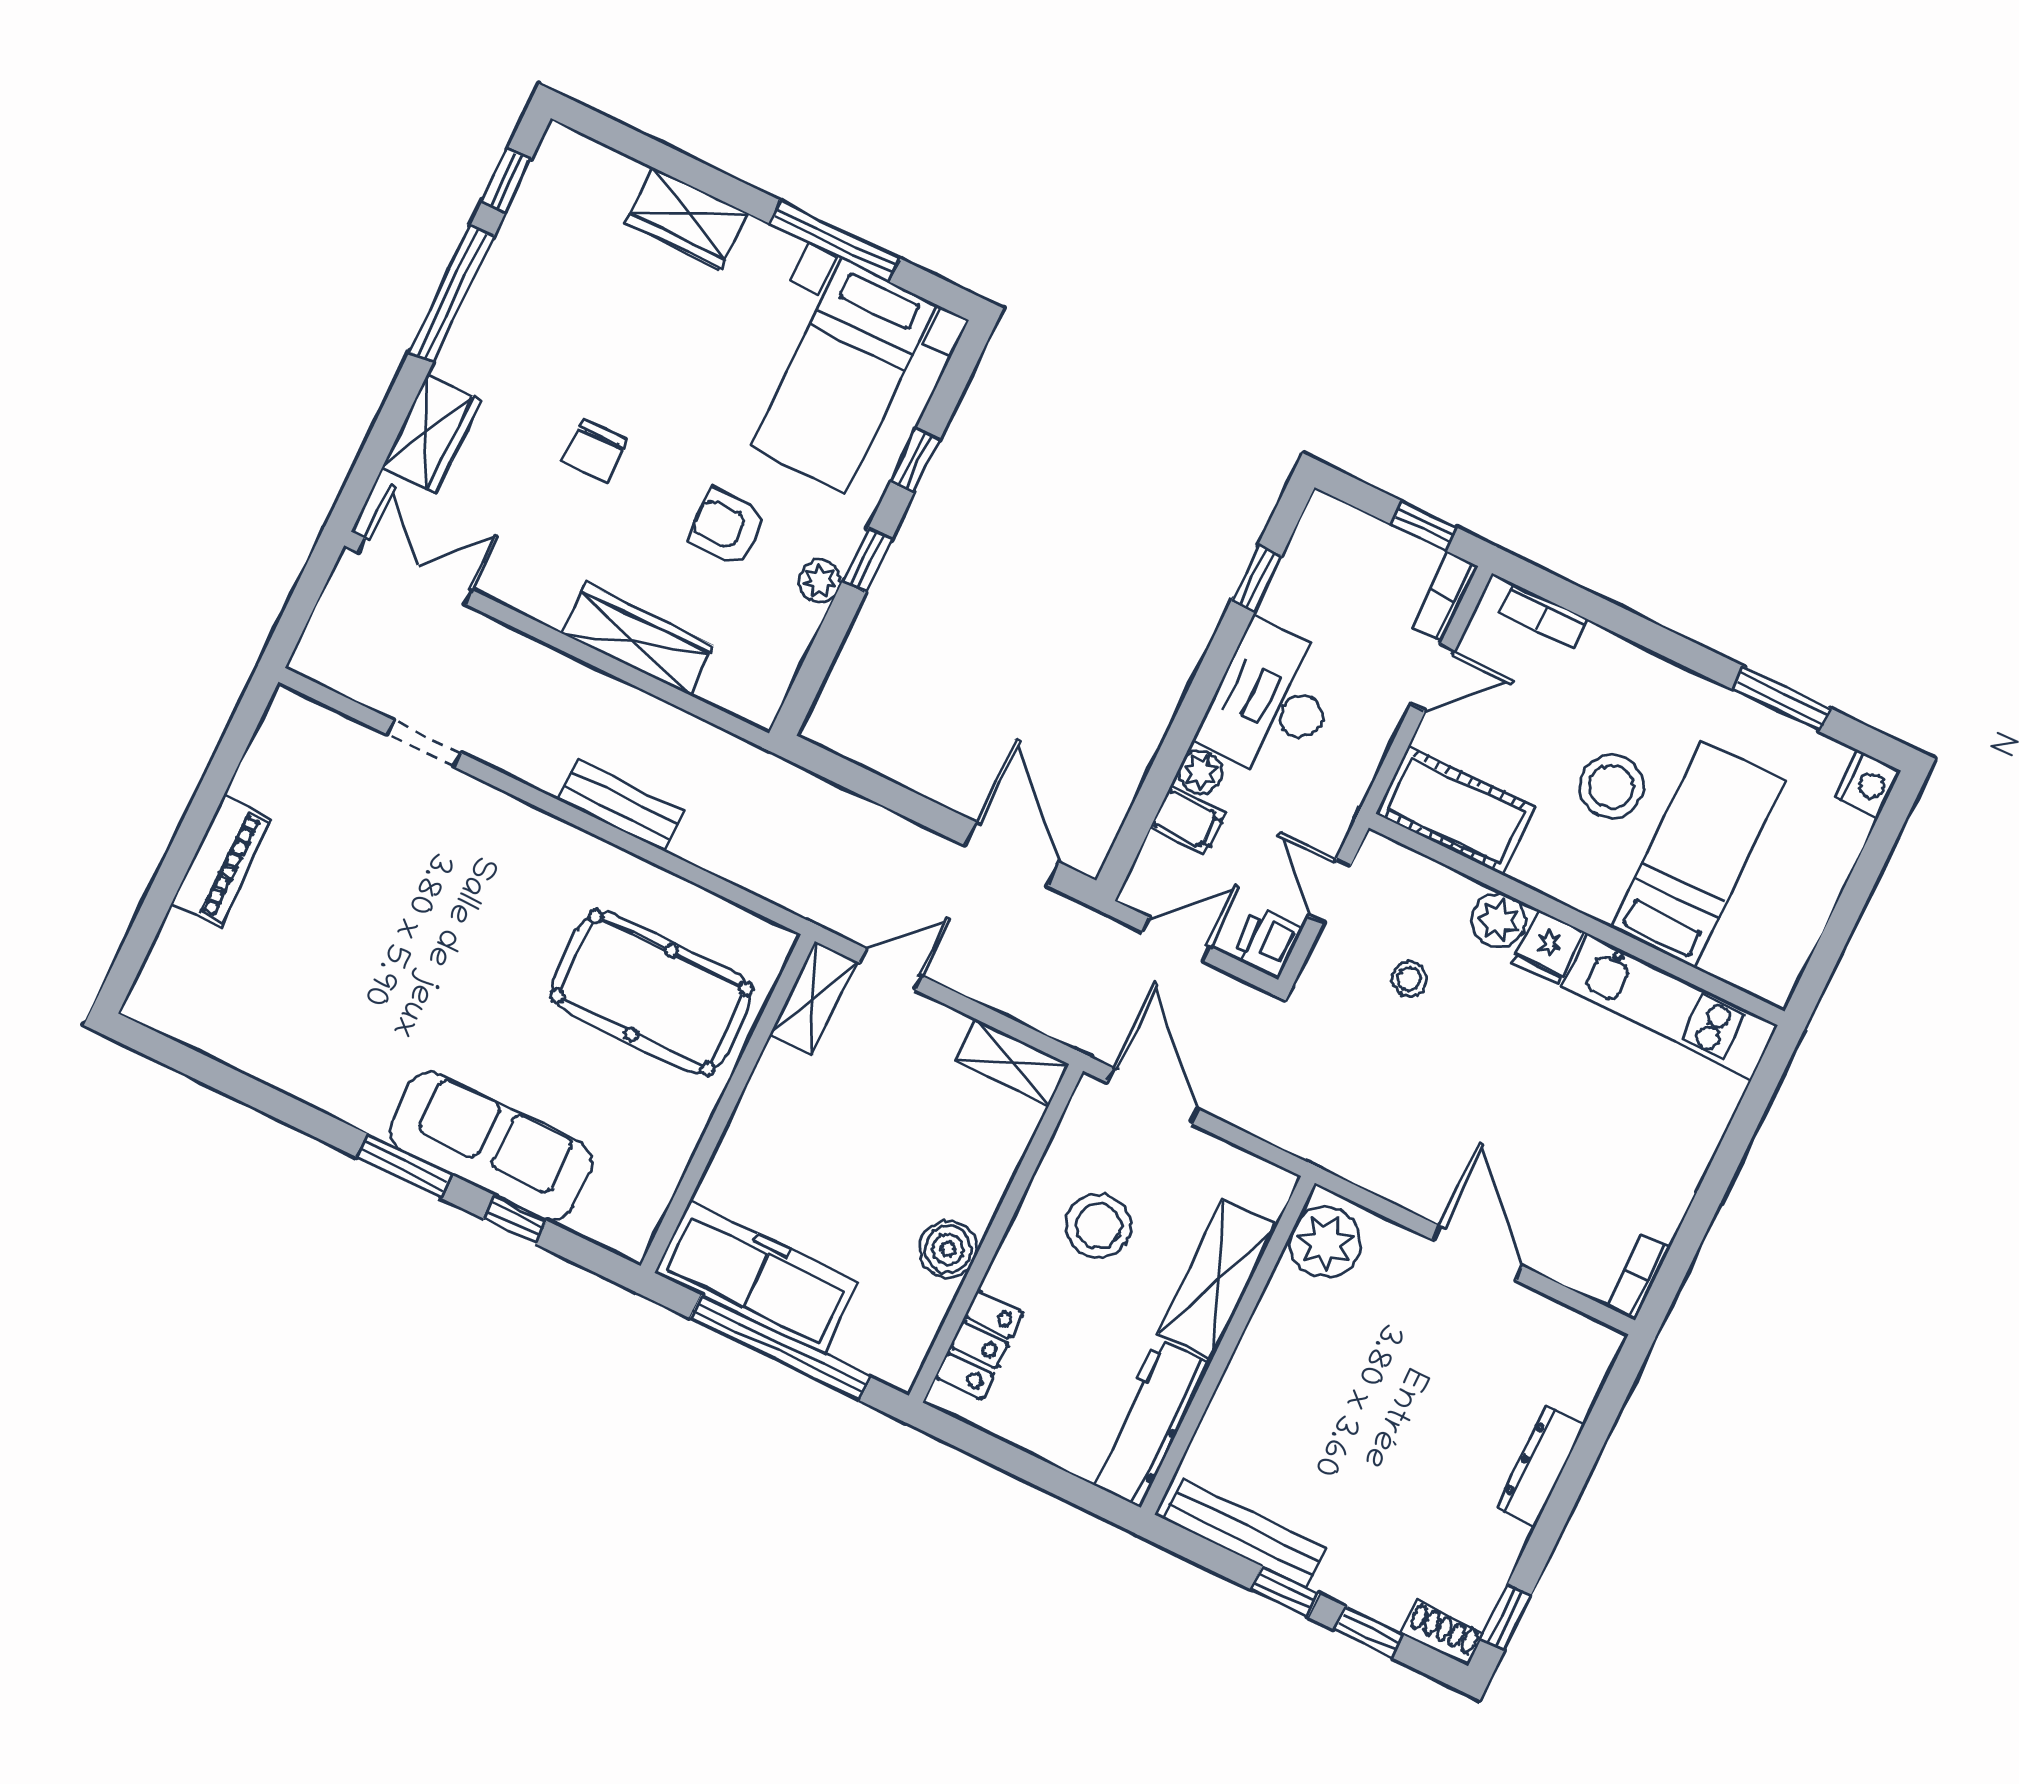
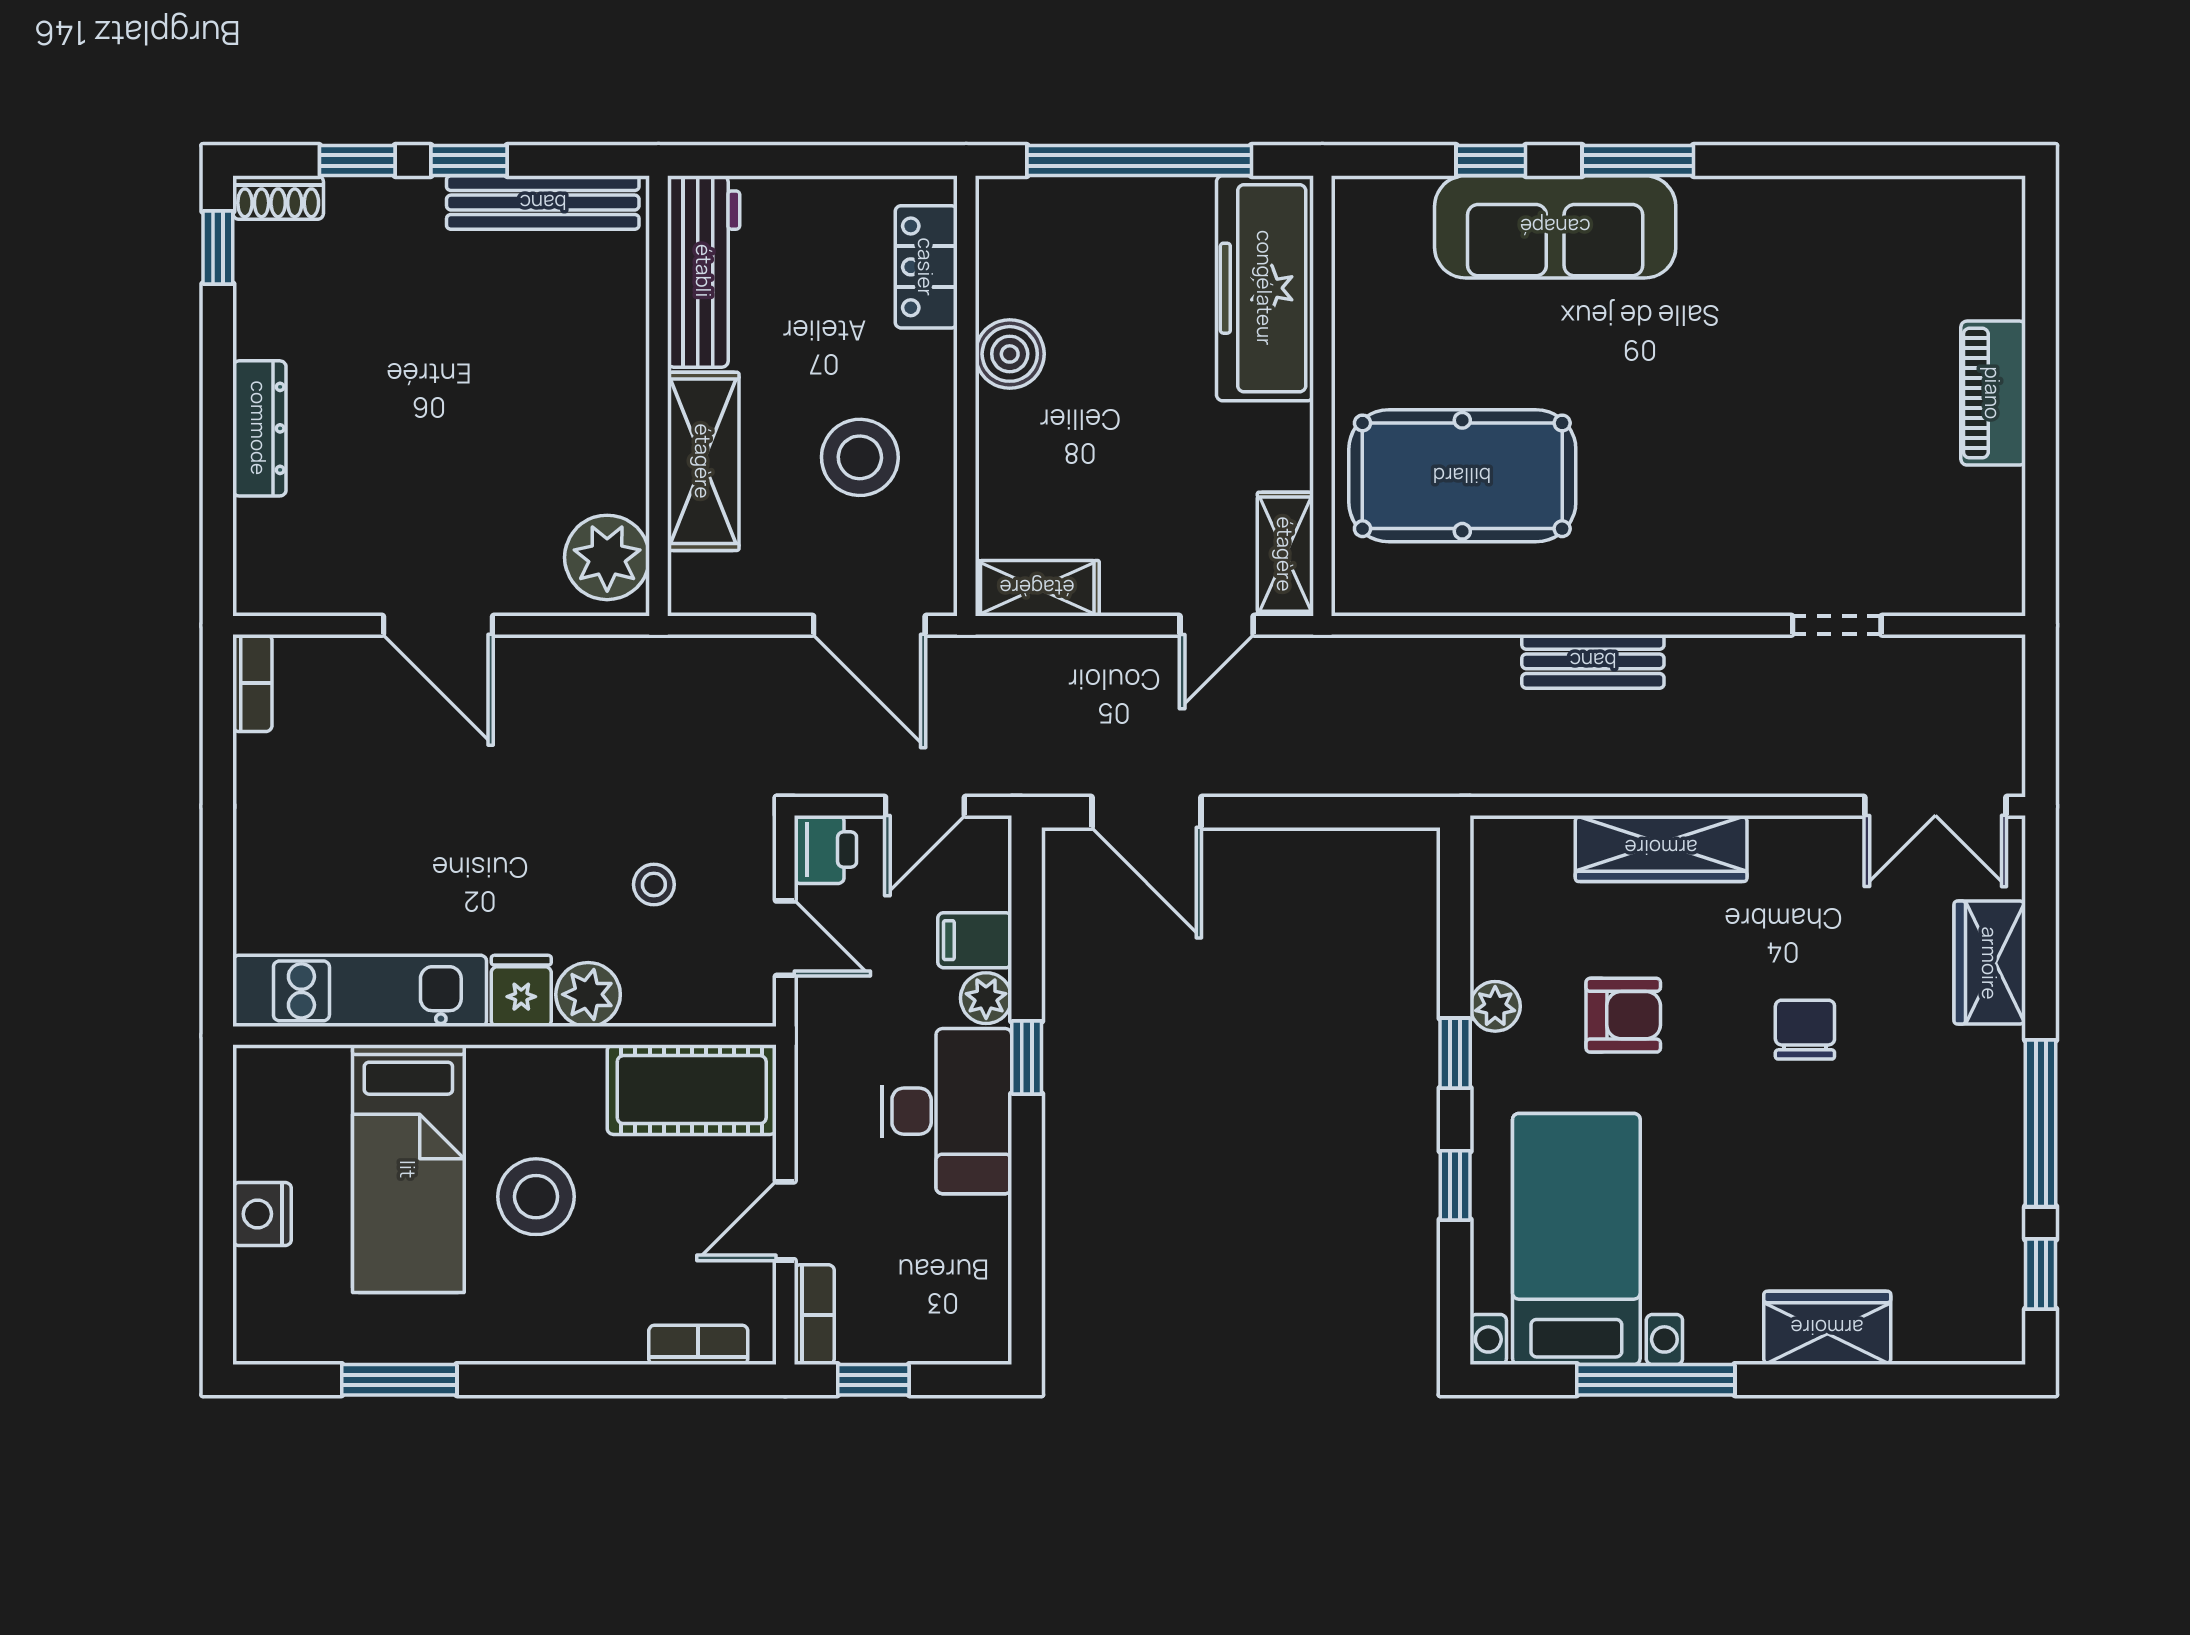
window: (1257, 578) -> (1027, 1058), moved
nightstand: (1868, 784) -> (262, 1214), moved
freezer: (757, 1277) -> (1265, 288), moved, turned 90

